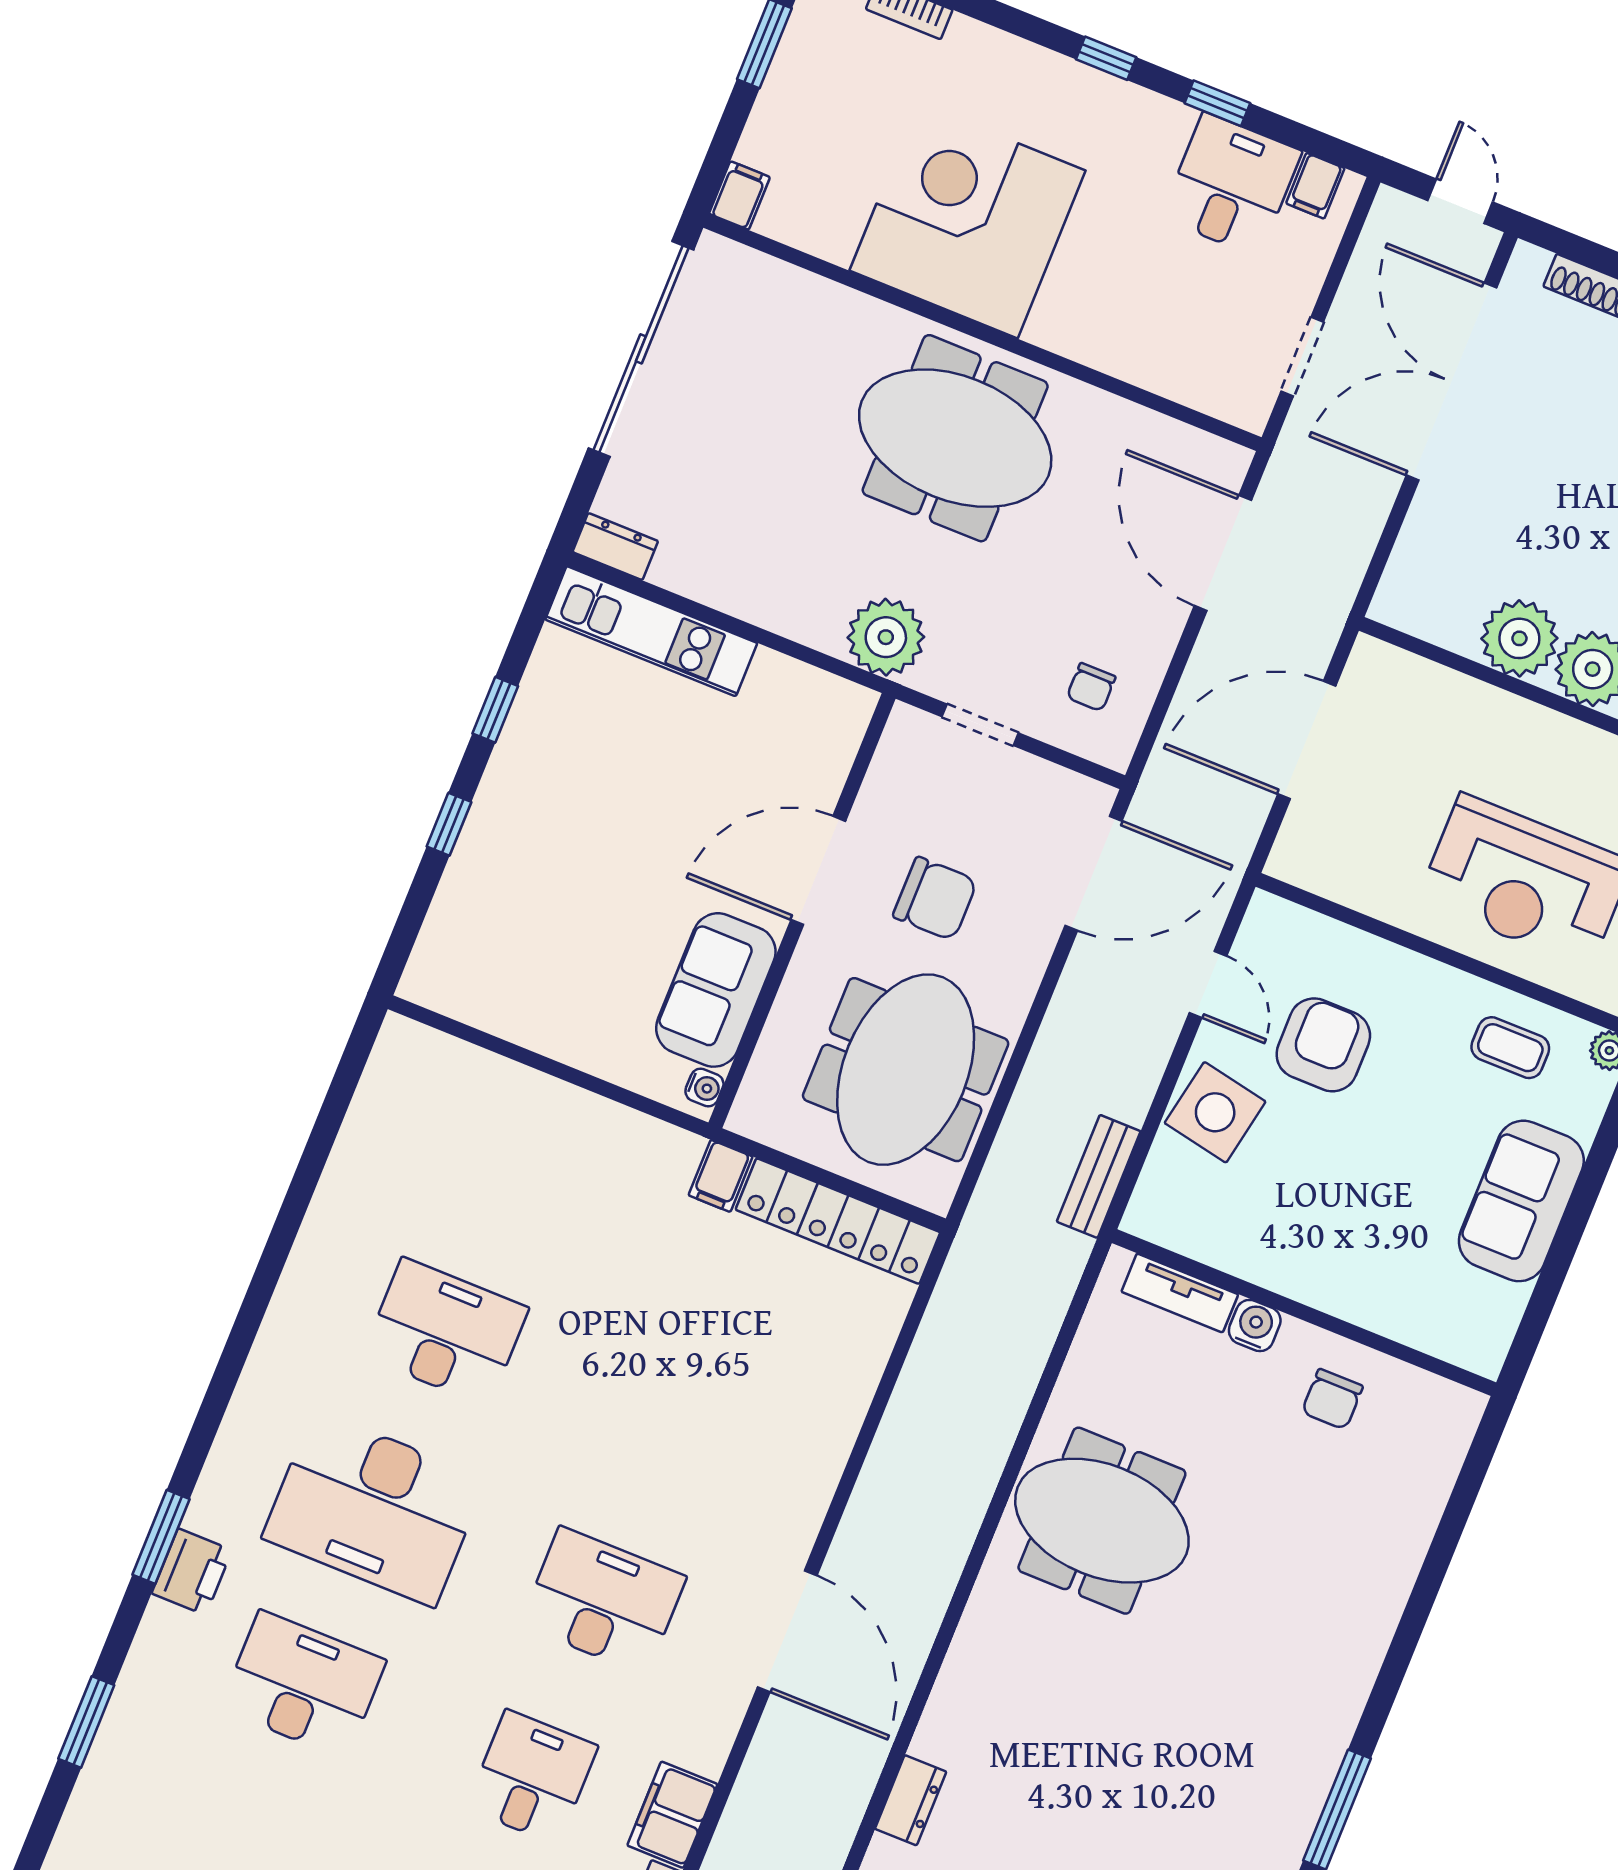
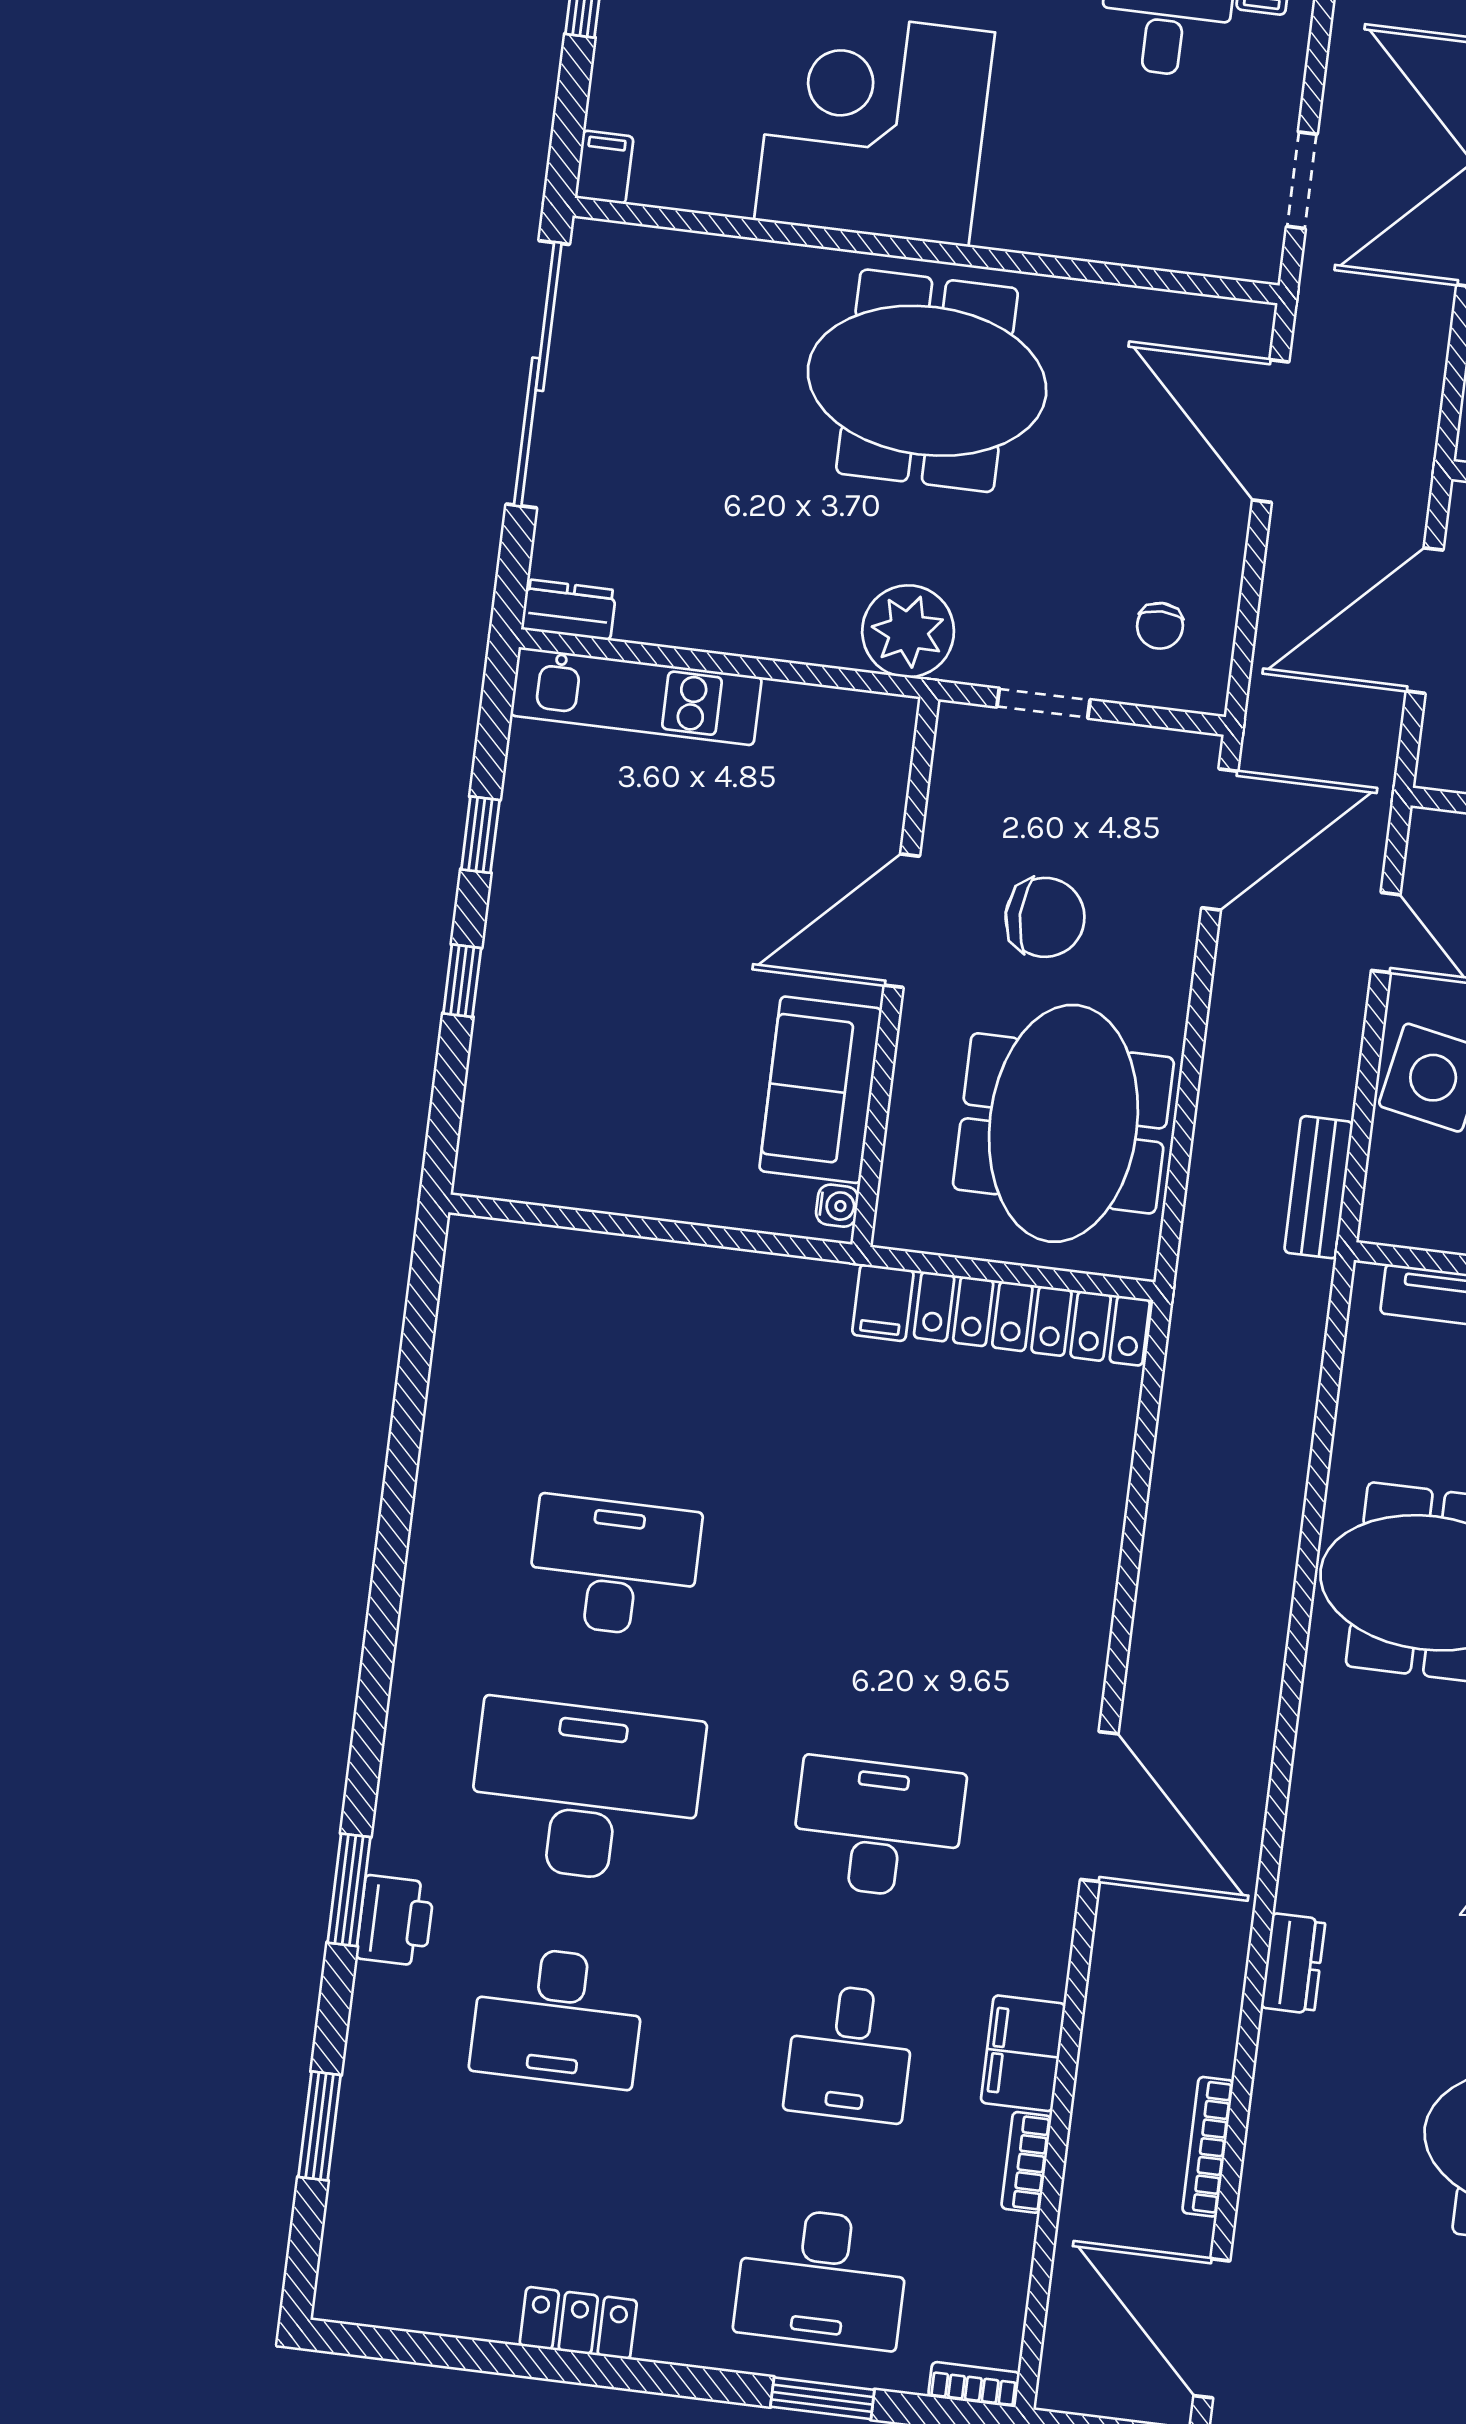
desk: (374, 1508) -> (586, 1792), turned 180
desk: (303, 1685) -> (558, 2017), turned 180
desk: (532, 1777) -> (850, 2053), turned 180

